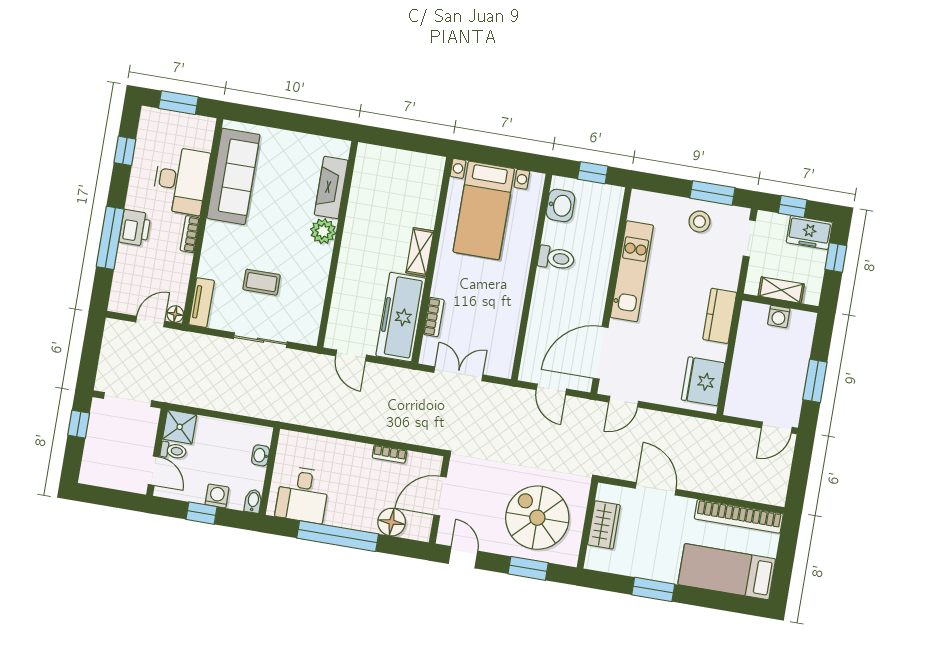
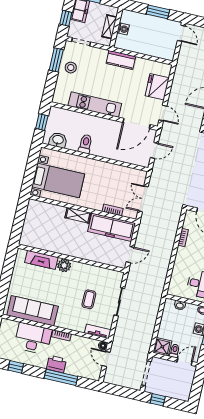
door: (601, 353) -> (137, 124), hinge flipped
fridge: (703, 381) -> (157, 87), moved, turned 90

